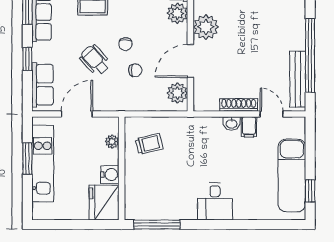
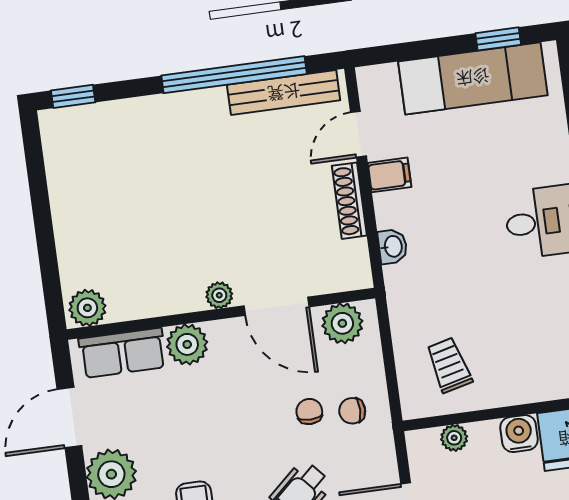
plant: (206, 27) -> (219, 295), width x0.53, depth x0.53
chair: (125, 44) -> (352, 411), moved, turned 180
washbasin: (231, 124) -> (393, 246), moved

